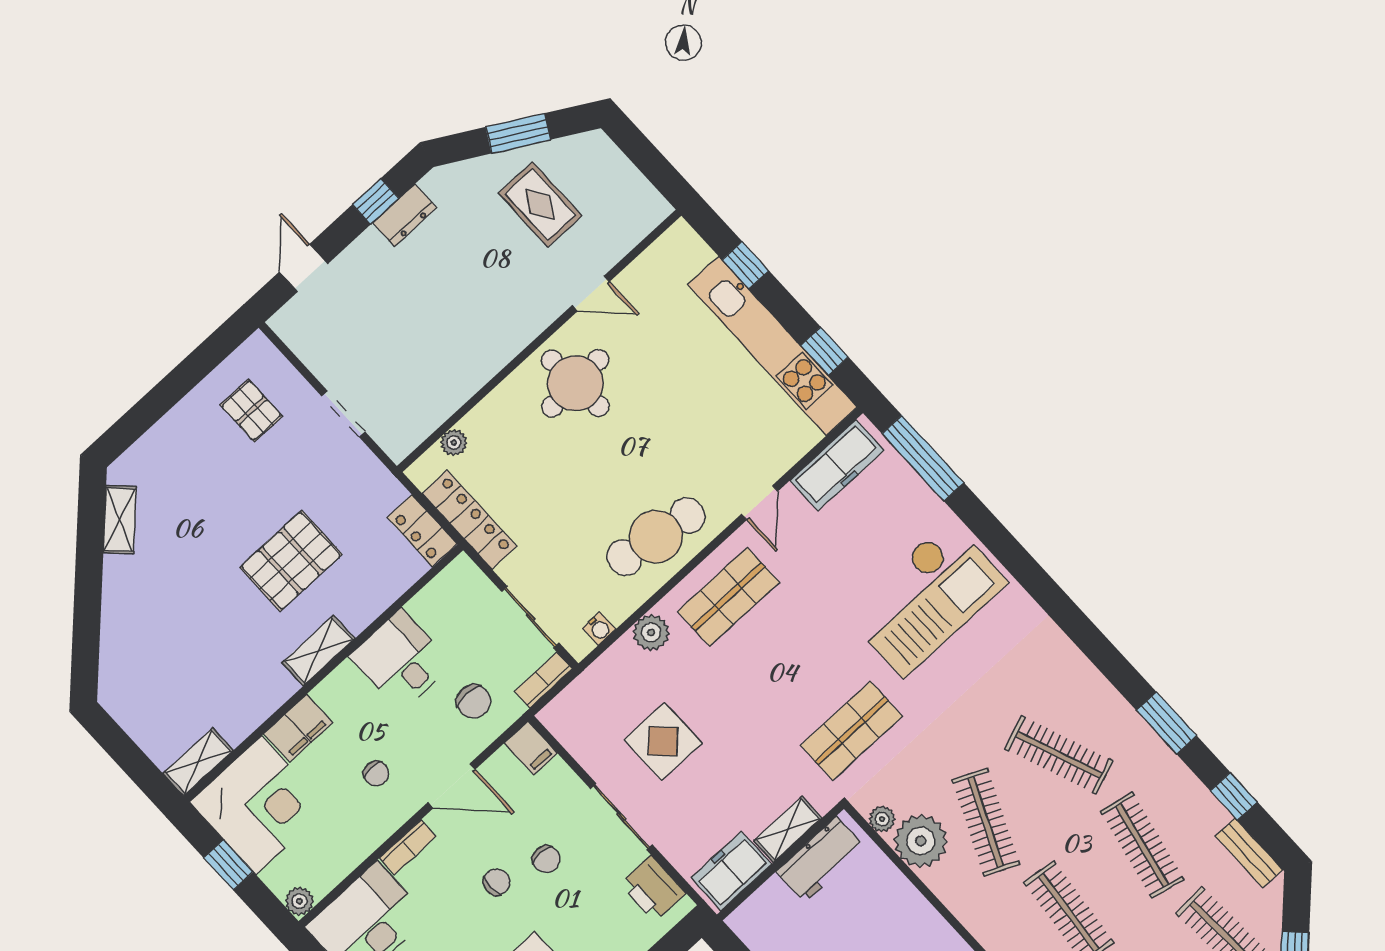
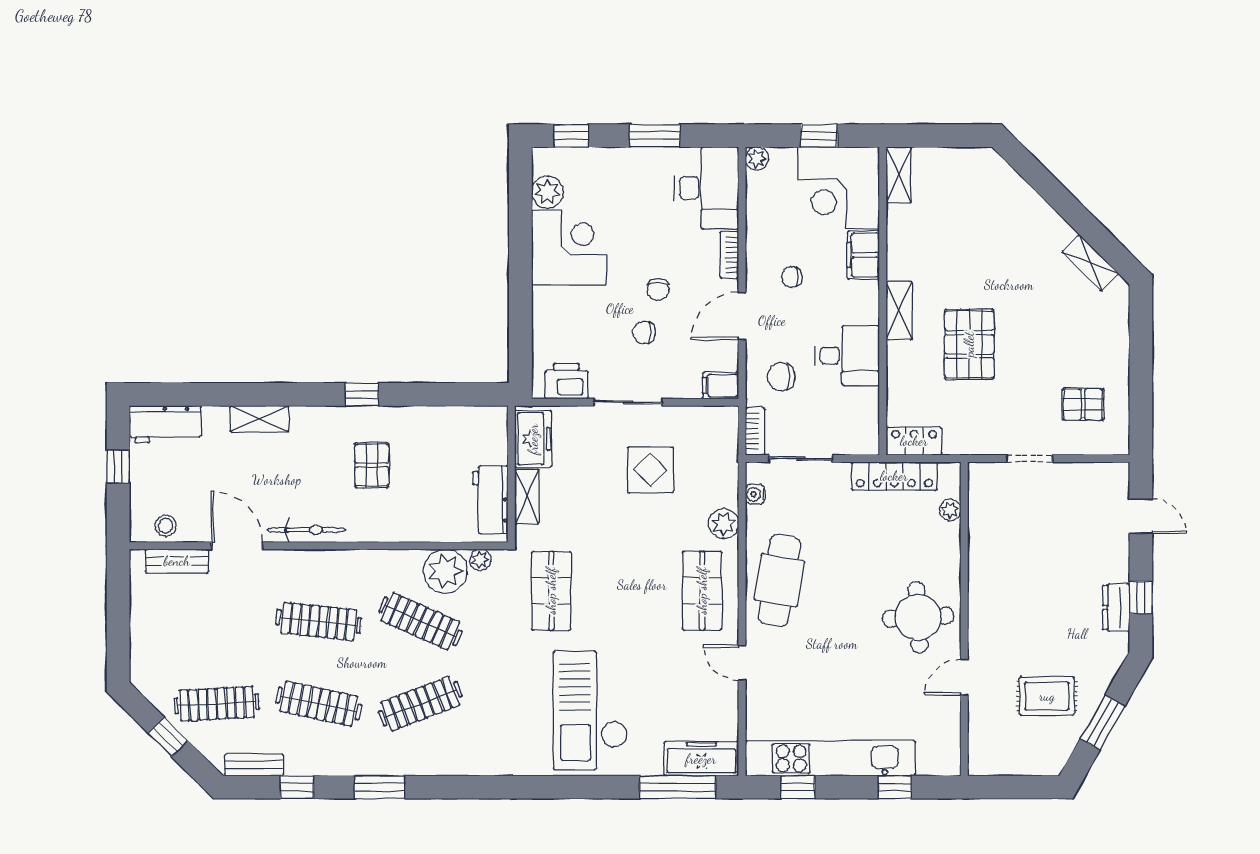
freezer: (837, 465) -> (701, 759), moved, turned 90

